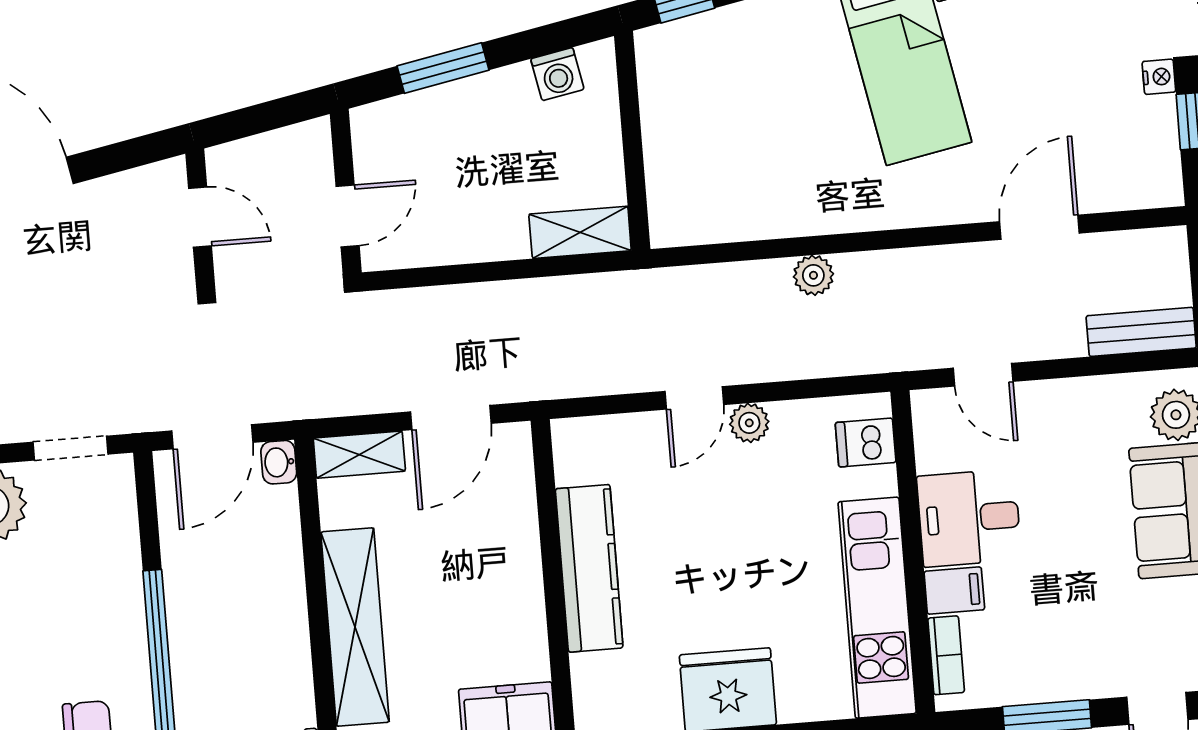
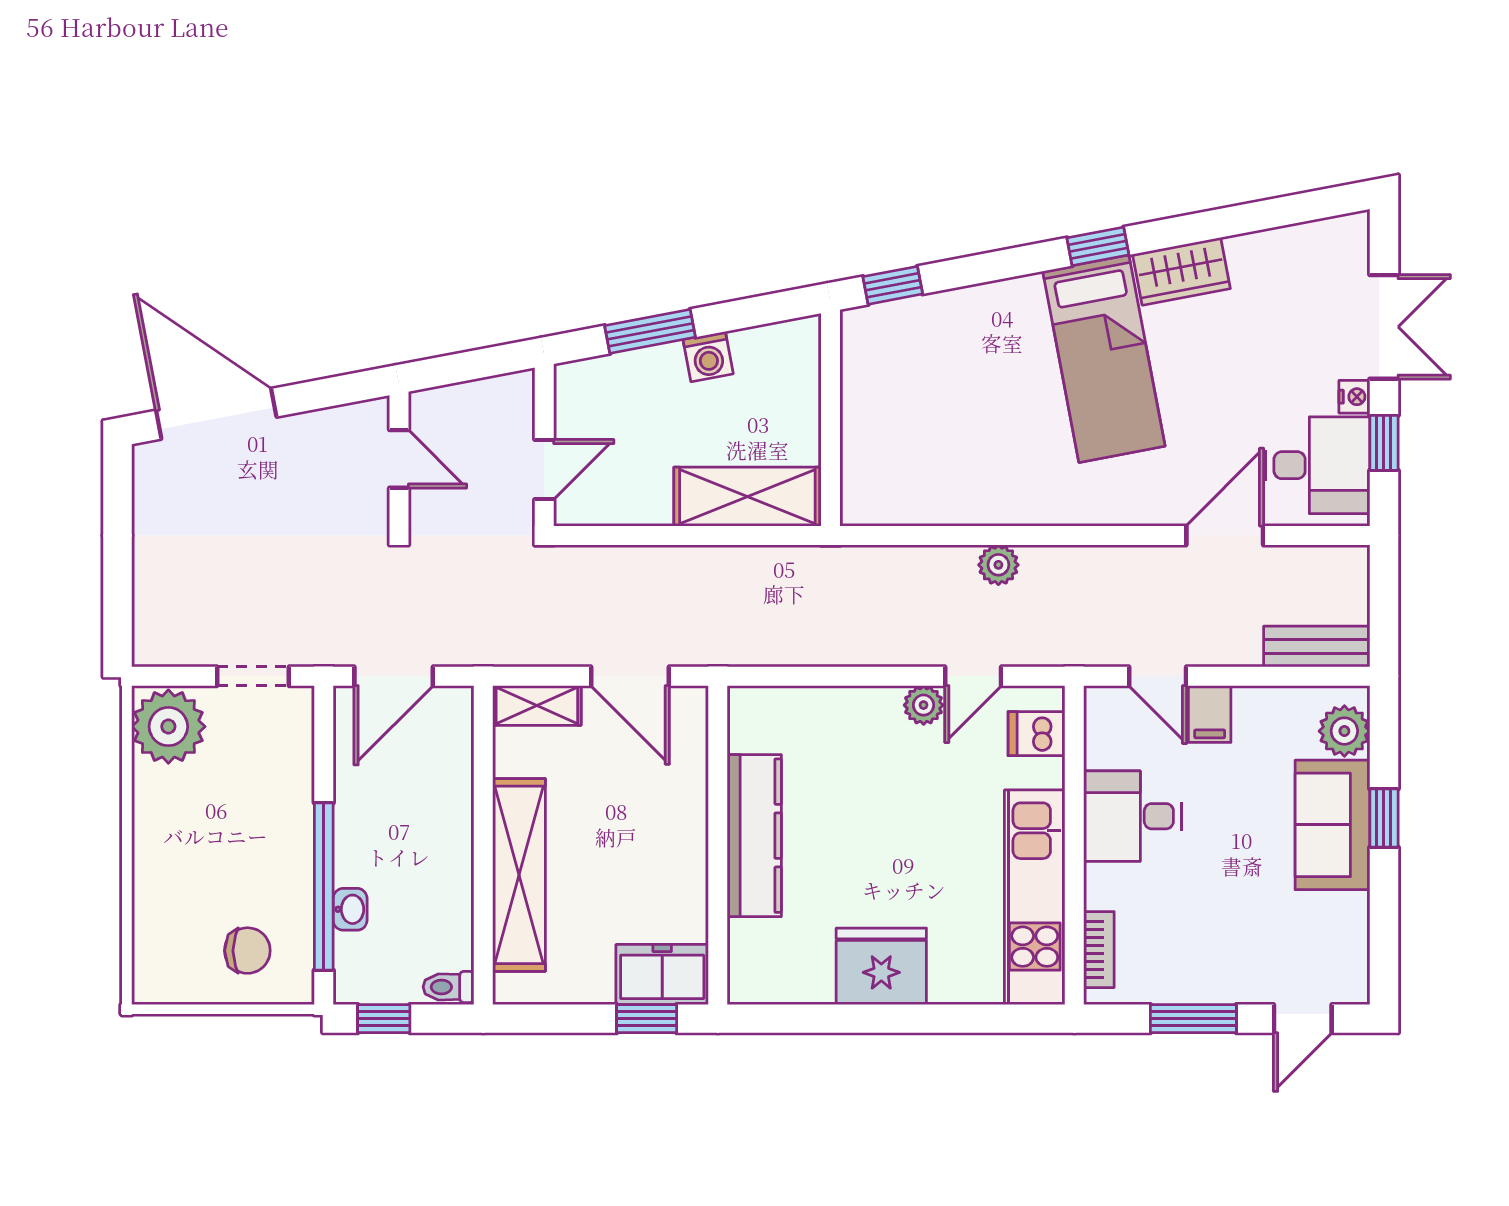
washing machine: (557, 74) -> (708, 357), moved
desk: (1127, 149) -> (1318, 465), added
shelving: (580, 232) -> (747, 497), width x1.50, depth x1.33
door: (694, 398) -> (973, 676), moved
door: (451, 418) -> (630, 676), hinge flipped
washbasin: (279, 462) -> (350, 909), moved, turned 180
filing cabinet: (954, 591) -> (1210, 714), moved, turned 90

